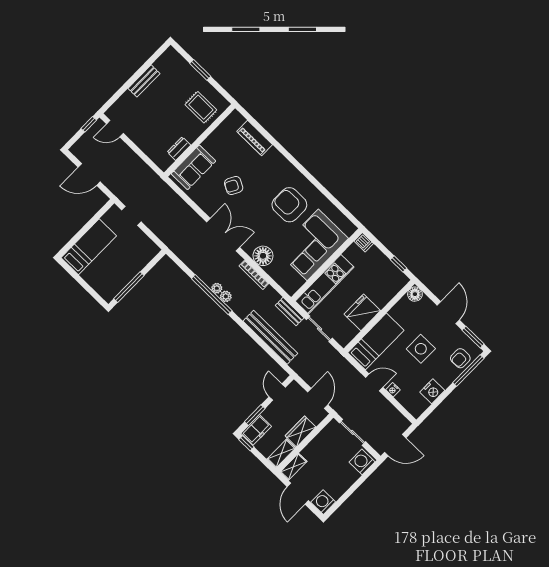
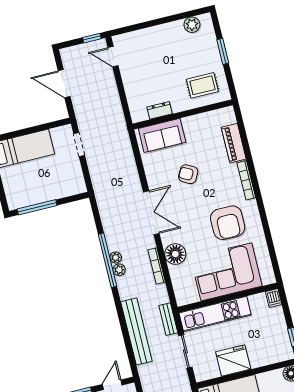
plant: (162, 64) -> (192, 25), added
bench: (144, 81) -> (166, 30), removed
rug: (201, 107) -> (202, 85), turned 90
bookcase: (283, 161) -> (246, 180), added
armchair: (289, 205) -> (228, 223), turned 180

